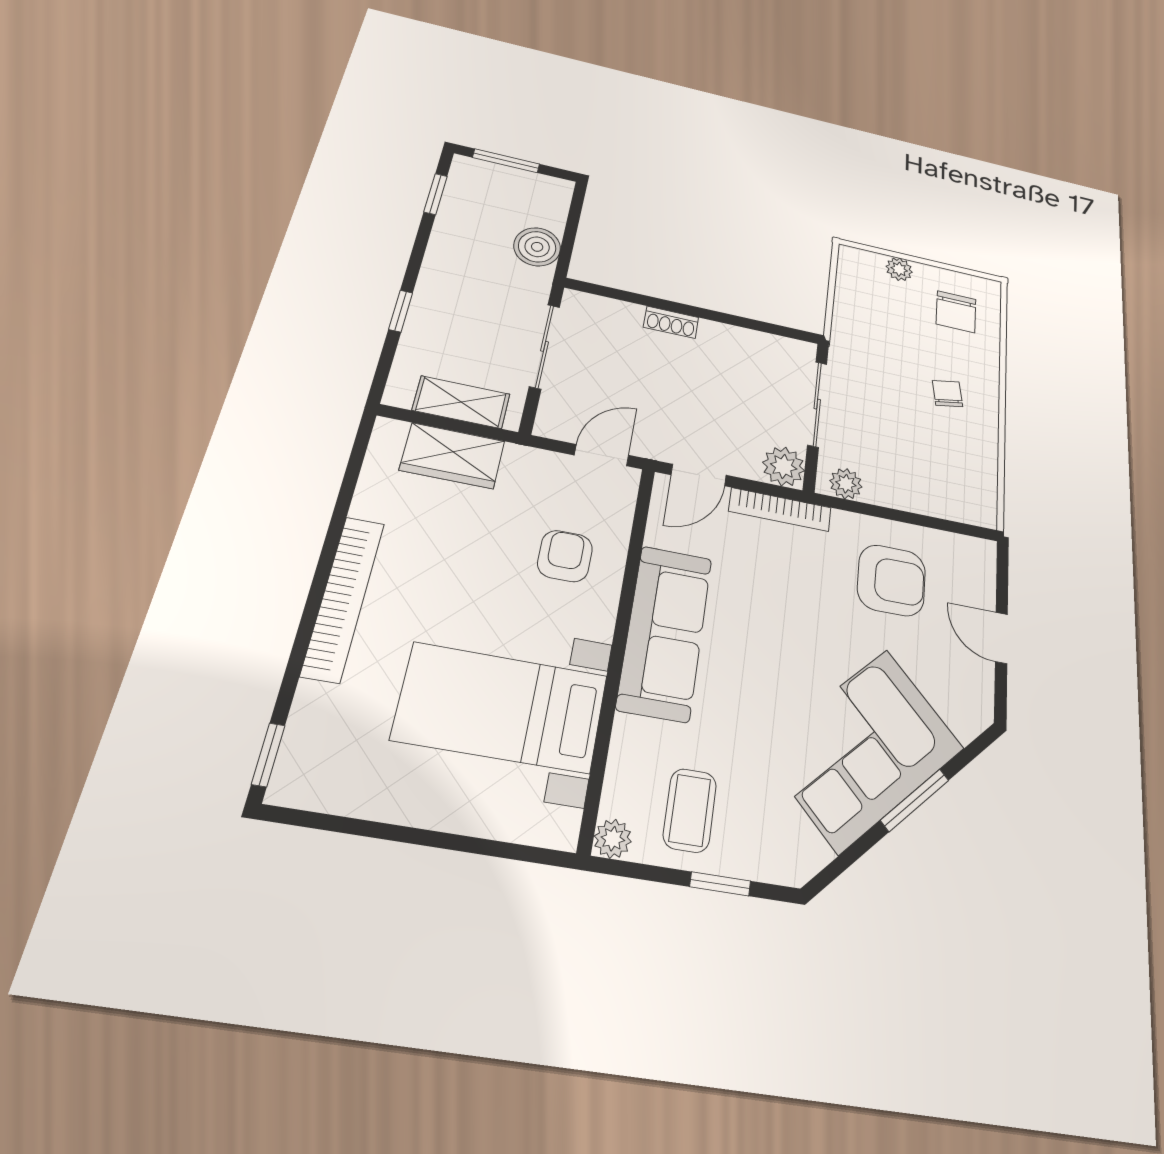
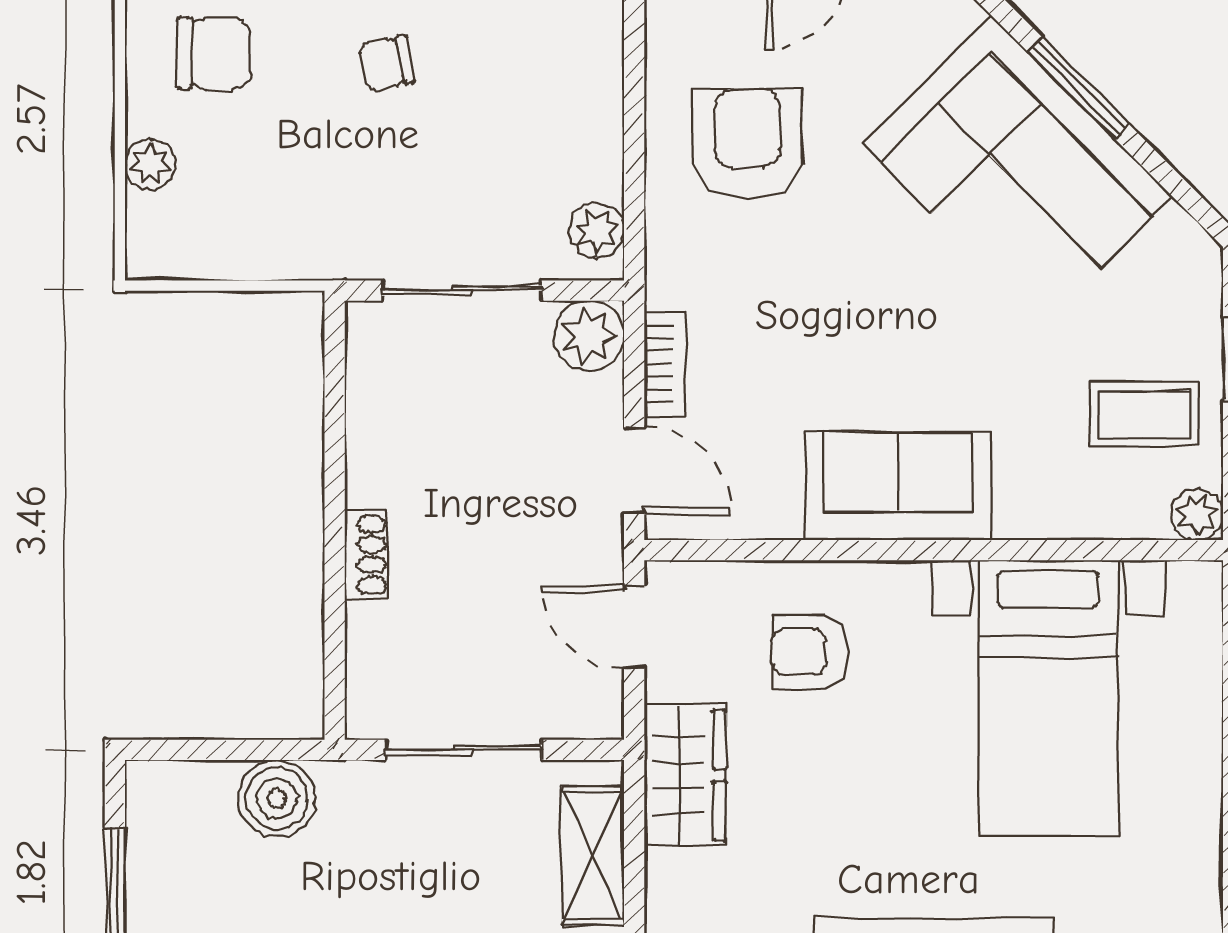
wardrobe: (452, 456) -> (685, 775), moved
bookcase: (780, 509) -> (665, 363), width x0.64
sofa: (665, 632) -> (898, 486), width x0.73

